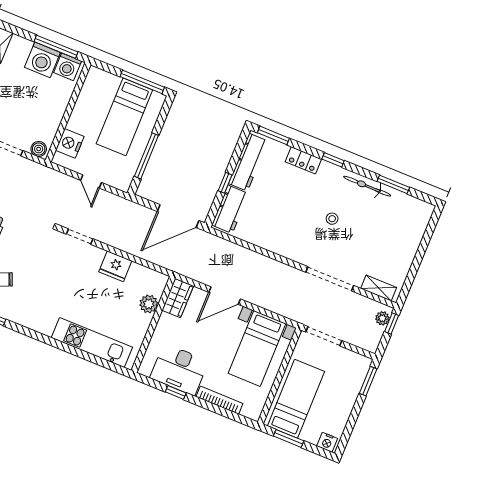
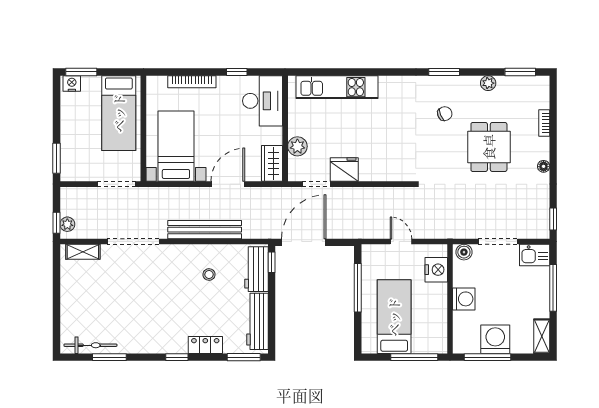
washing machine: (68, 67) -> (464, 299), moved, turned 90
window: (142, 82) -> (414, 357), moved
window: (225, 183) -> (272, 262), moved
bicycle: (367, 186) -> (90, 345), moved
stool: (332, 219) -> (209, 274), moved
doorway: (80, 237) -> (316, 184), moved
bench: (262, 263) -> (205, 230), added
desk: (179, 369) -> (263, 101), moved, turned 90
window: (289, 438) -> (81, 72), moved

